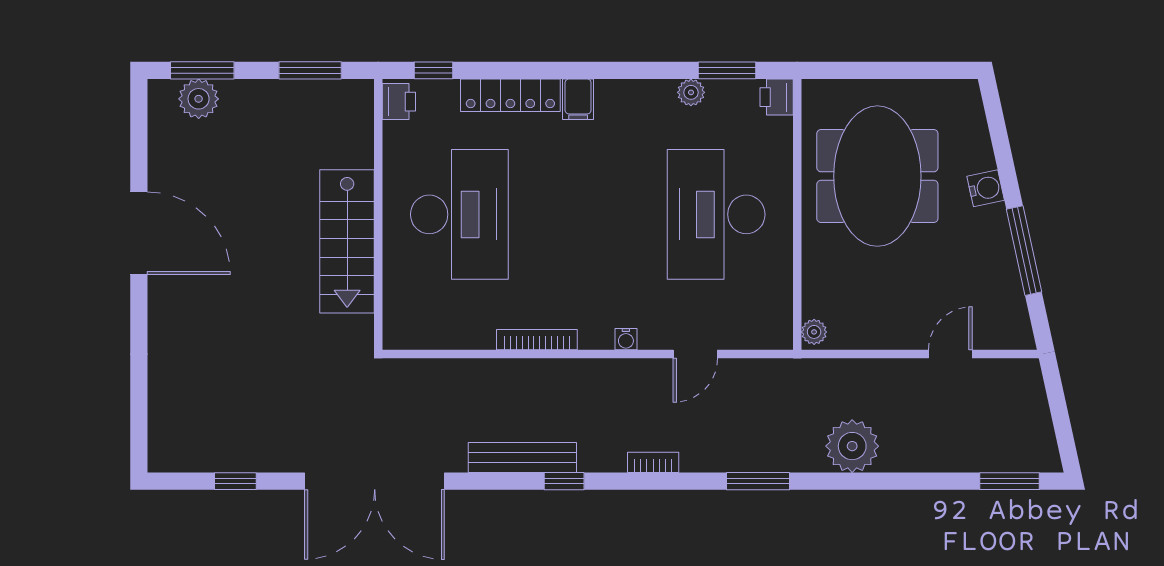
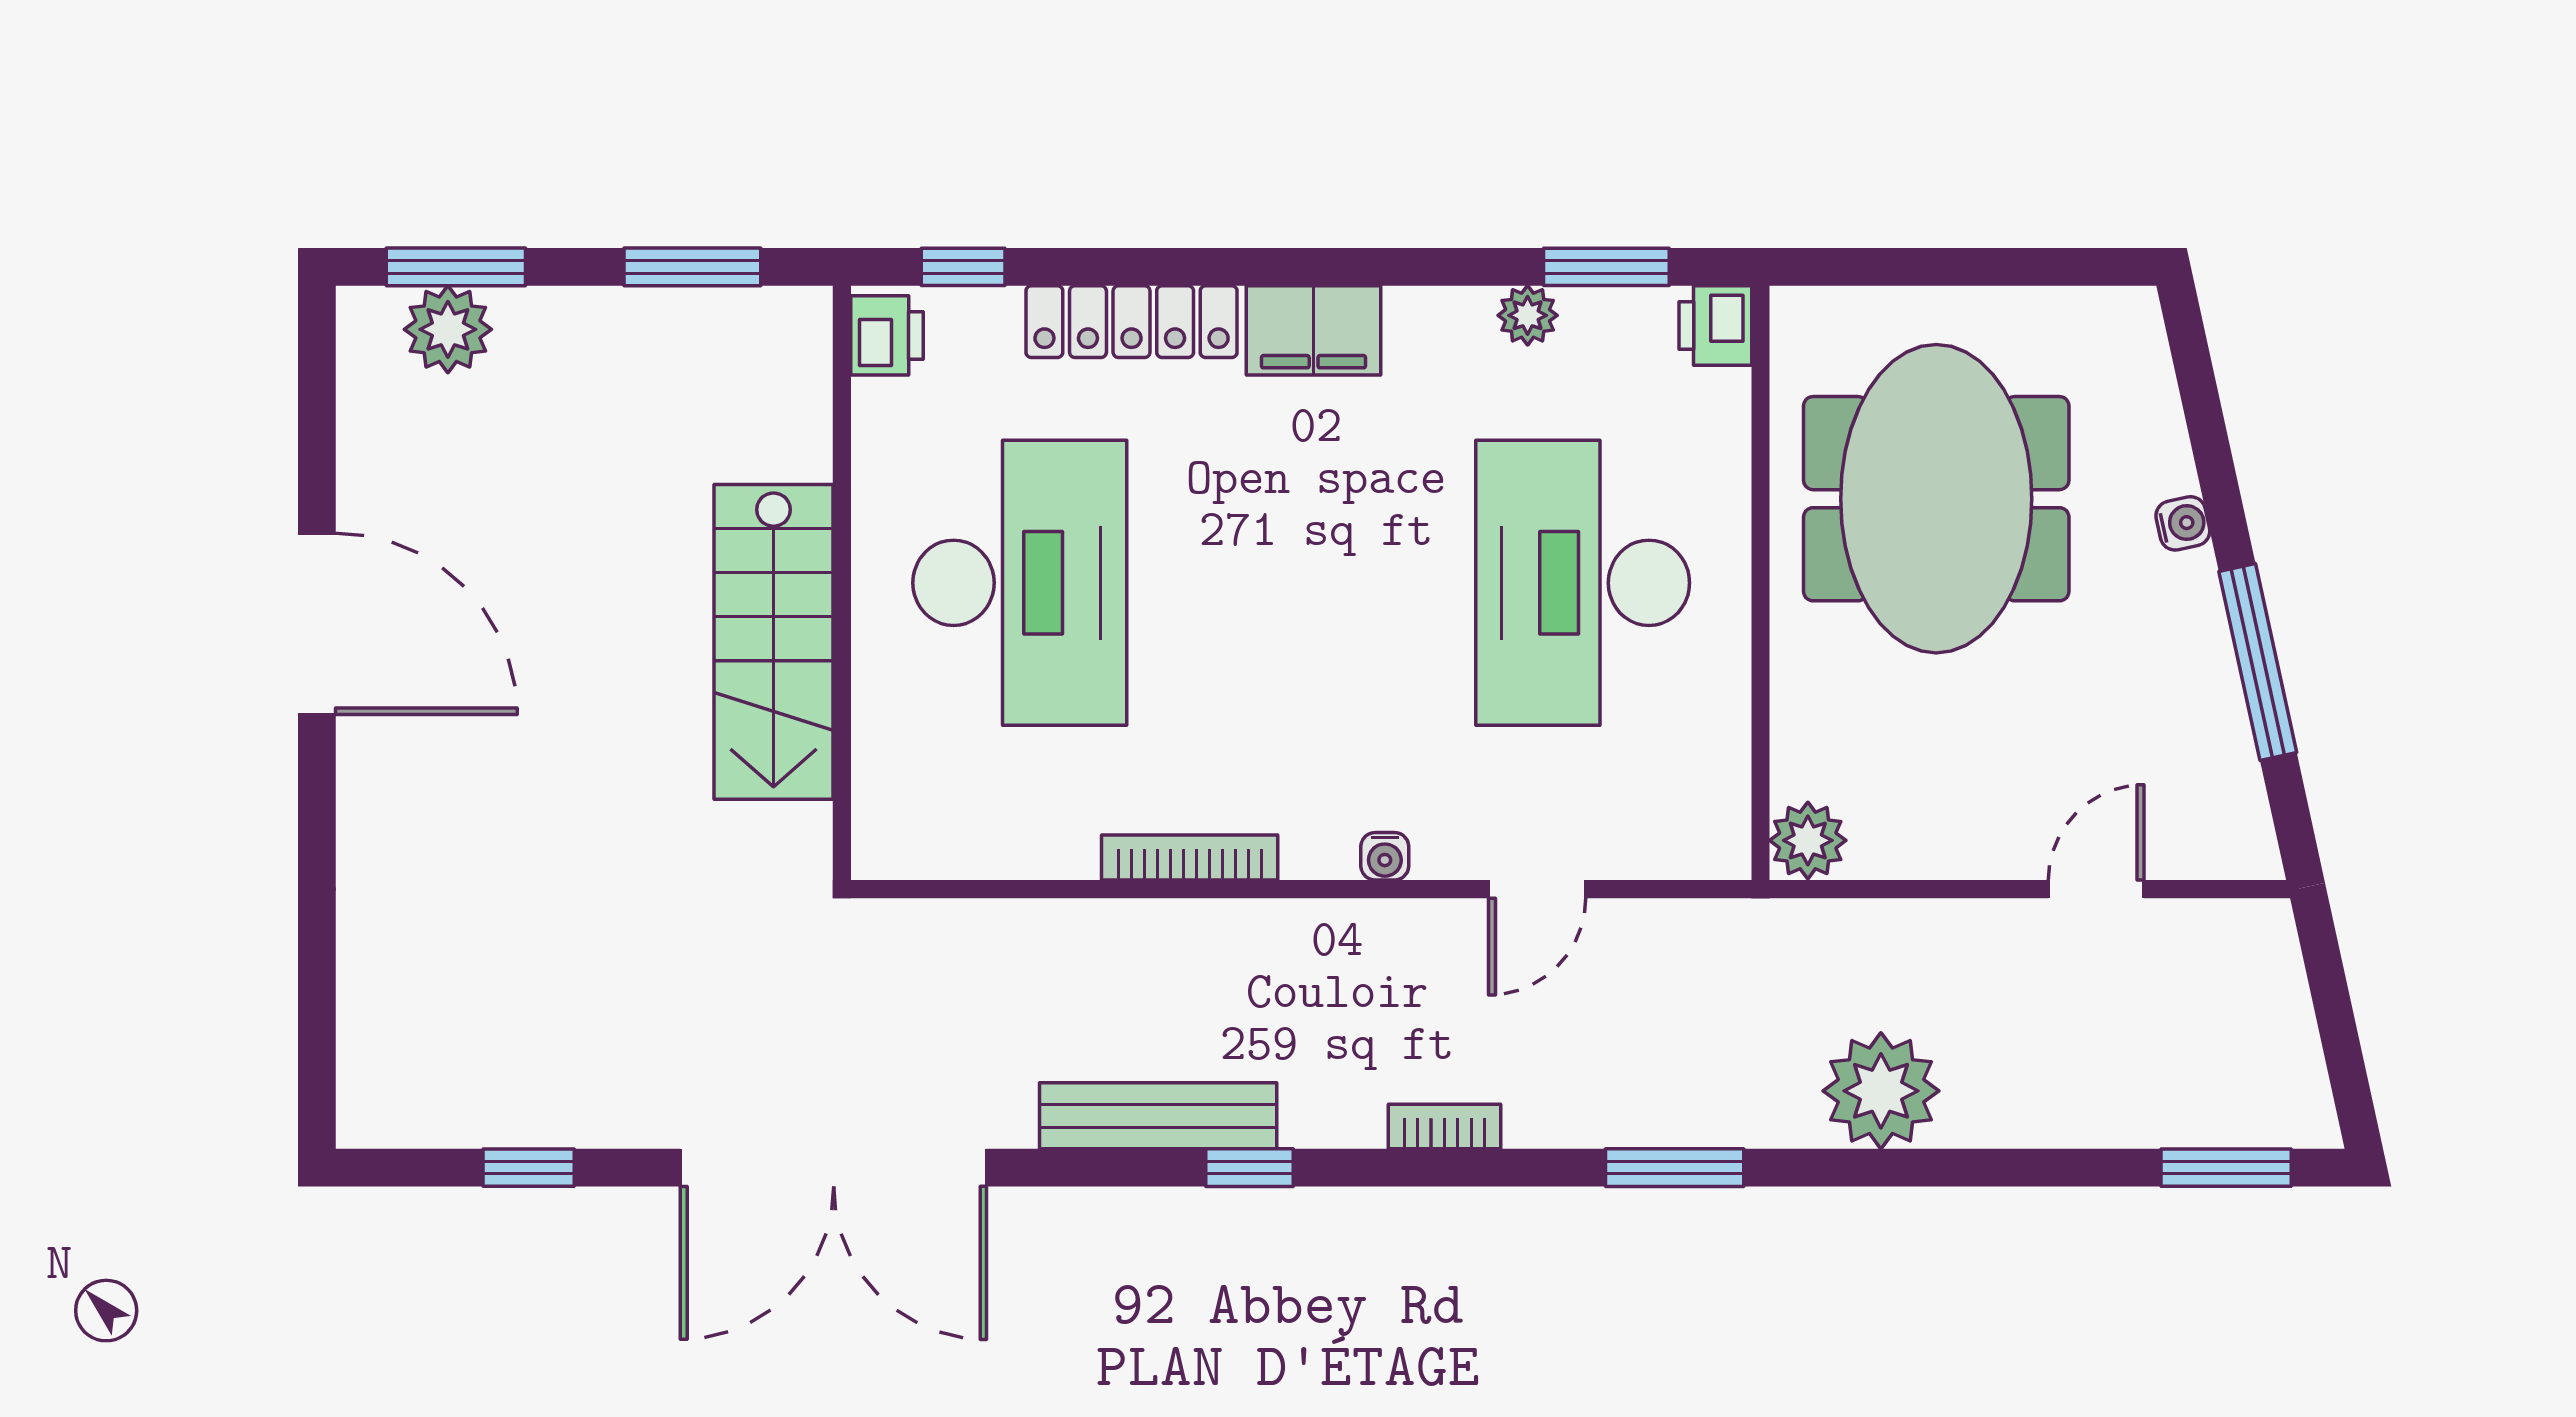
filing cabinet: (578, 99) -> (1314, 330), width x2.00
water cooler: (986, 188) -> (2183, 523), width x0.72, depth x0.72
plant: (814, 332) -> (1808, 840), width x1.38, depth x1.38

